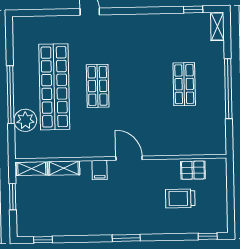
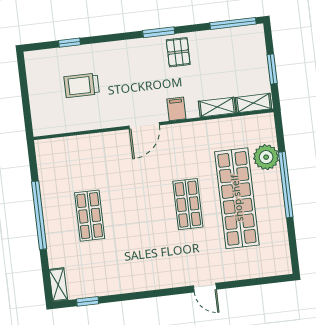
door: (129, 158) -> (144, 126), hinge flipped
pallet: (193, 170) -> (178, 52), moved, turned 90
trolley: (180, 198) -> (82, 85), turned 180
window: (208, 236) -> (69, 43), moved
window: (126, 238) -> (159, 32), moved
window: (43, 240) -> (233, 23), width x2.17

